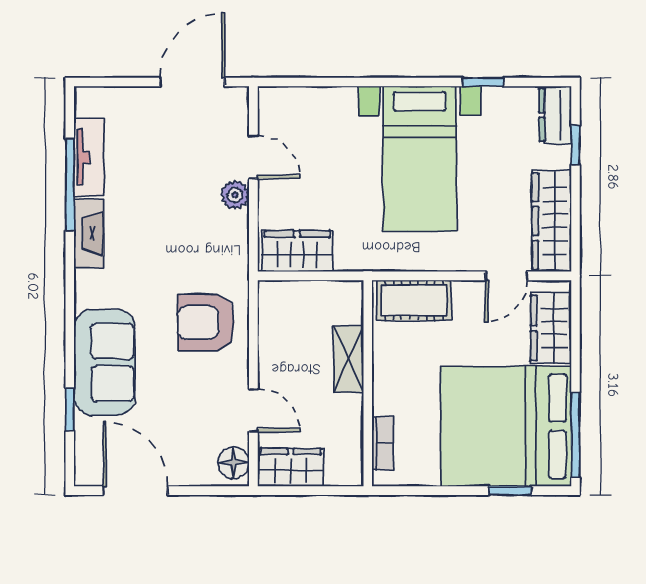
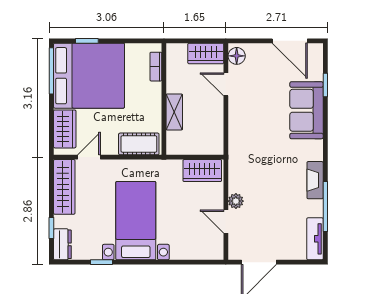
tv unit: (89, 157) -> (315, 239), moved
armchair: (206, 323) -> (252, 132), removed

